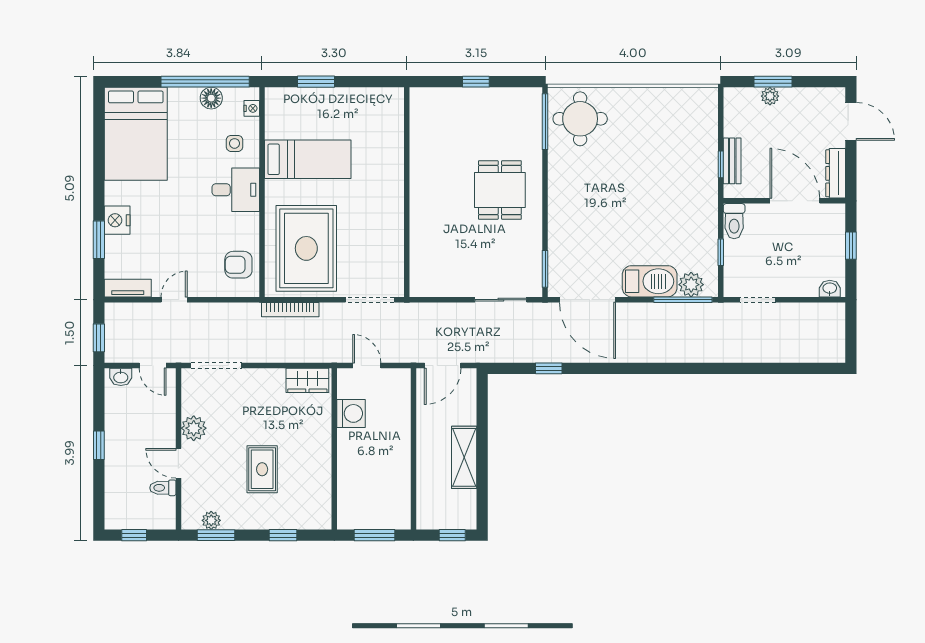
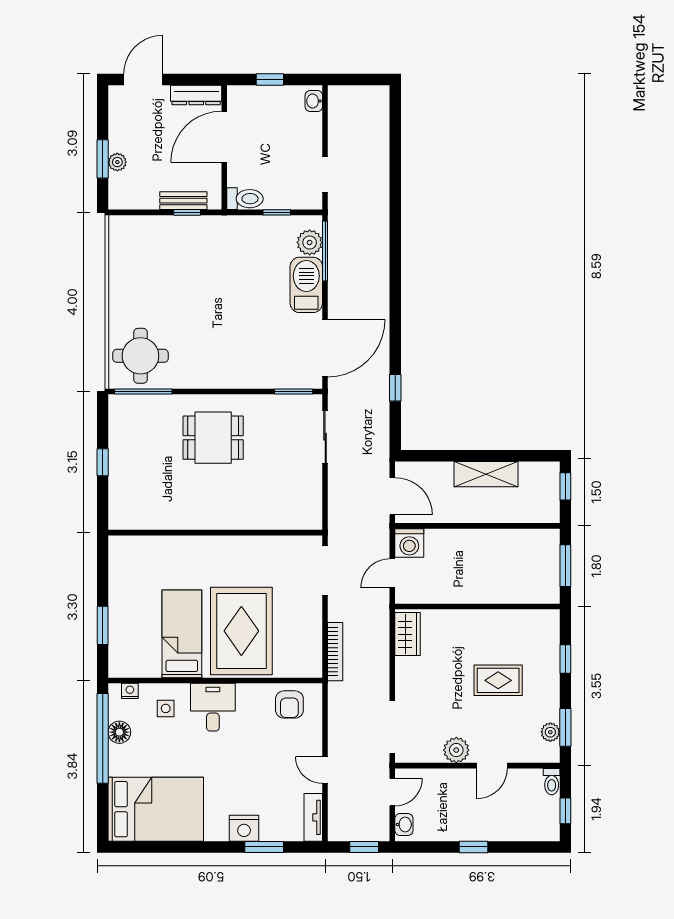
rug: (306, 248) -> (241, 631), moved, turned 90
washing machine: (351, 413) -> (409, 543), moved, turned 180
toilet: (163, 488) -> (552, 782), moved

